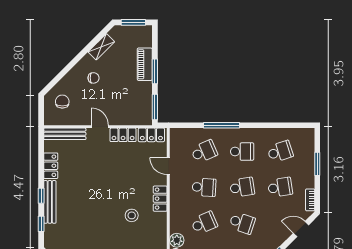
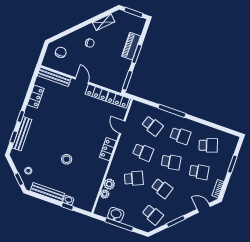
school desk: (204, 152) -> (152, 126), turned 42
bench: (50, 202) -> (22, 134), moved
stool: (132, 215) -> (67, 159), moved

